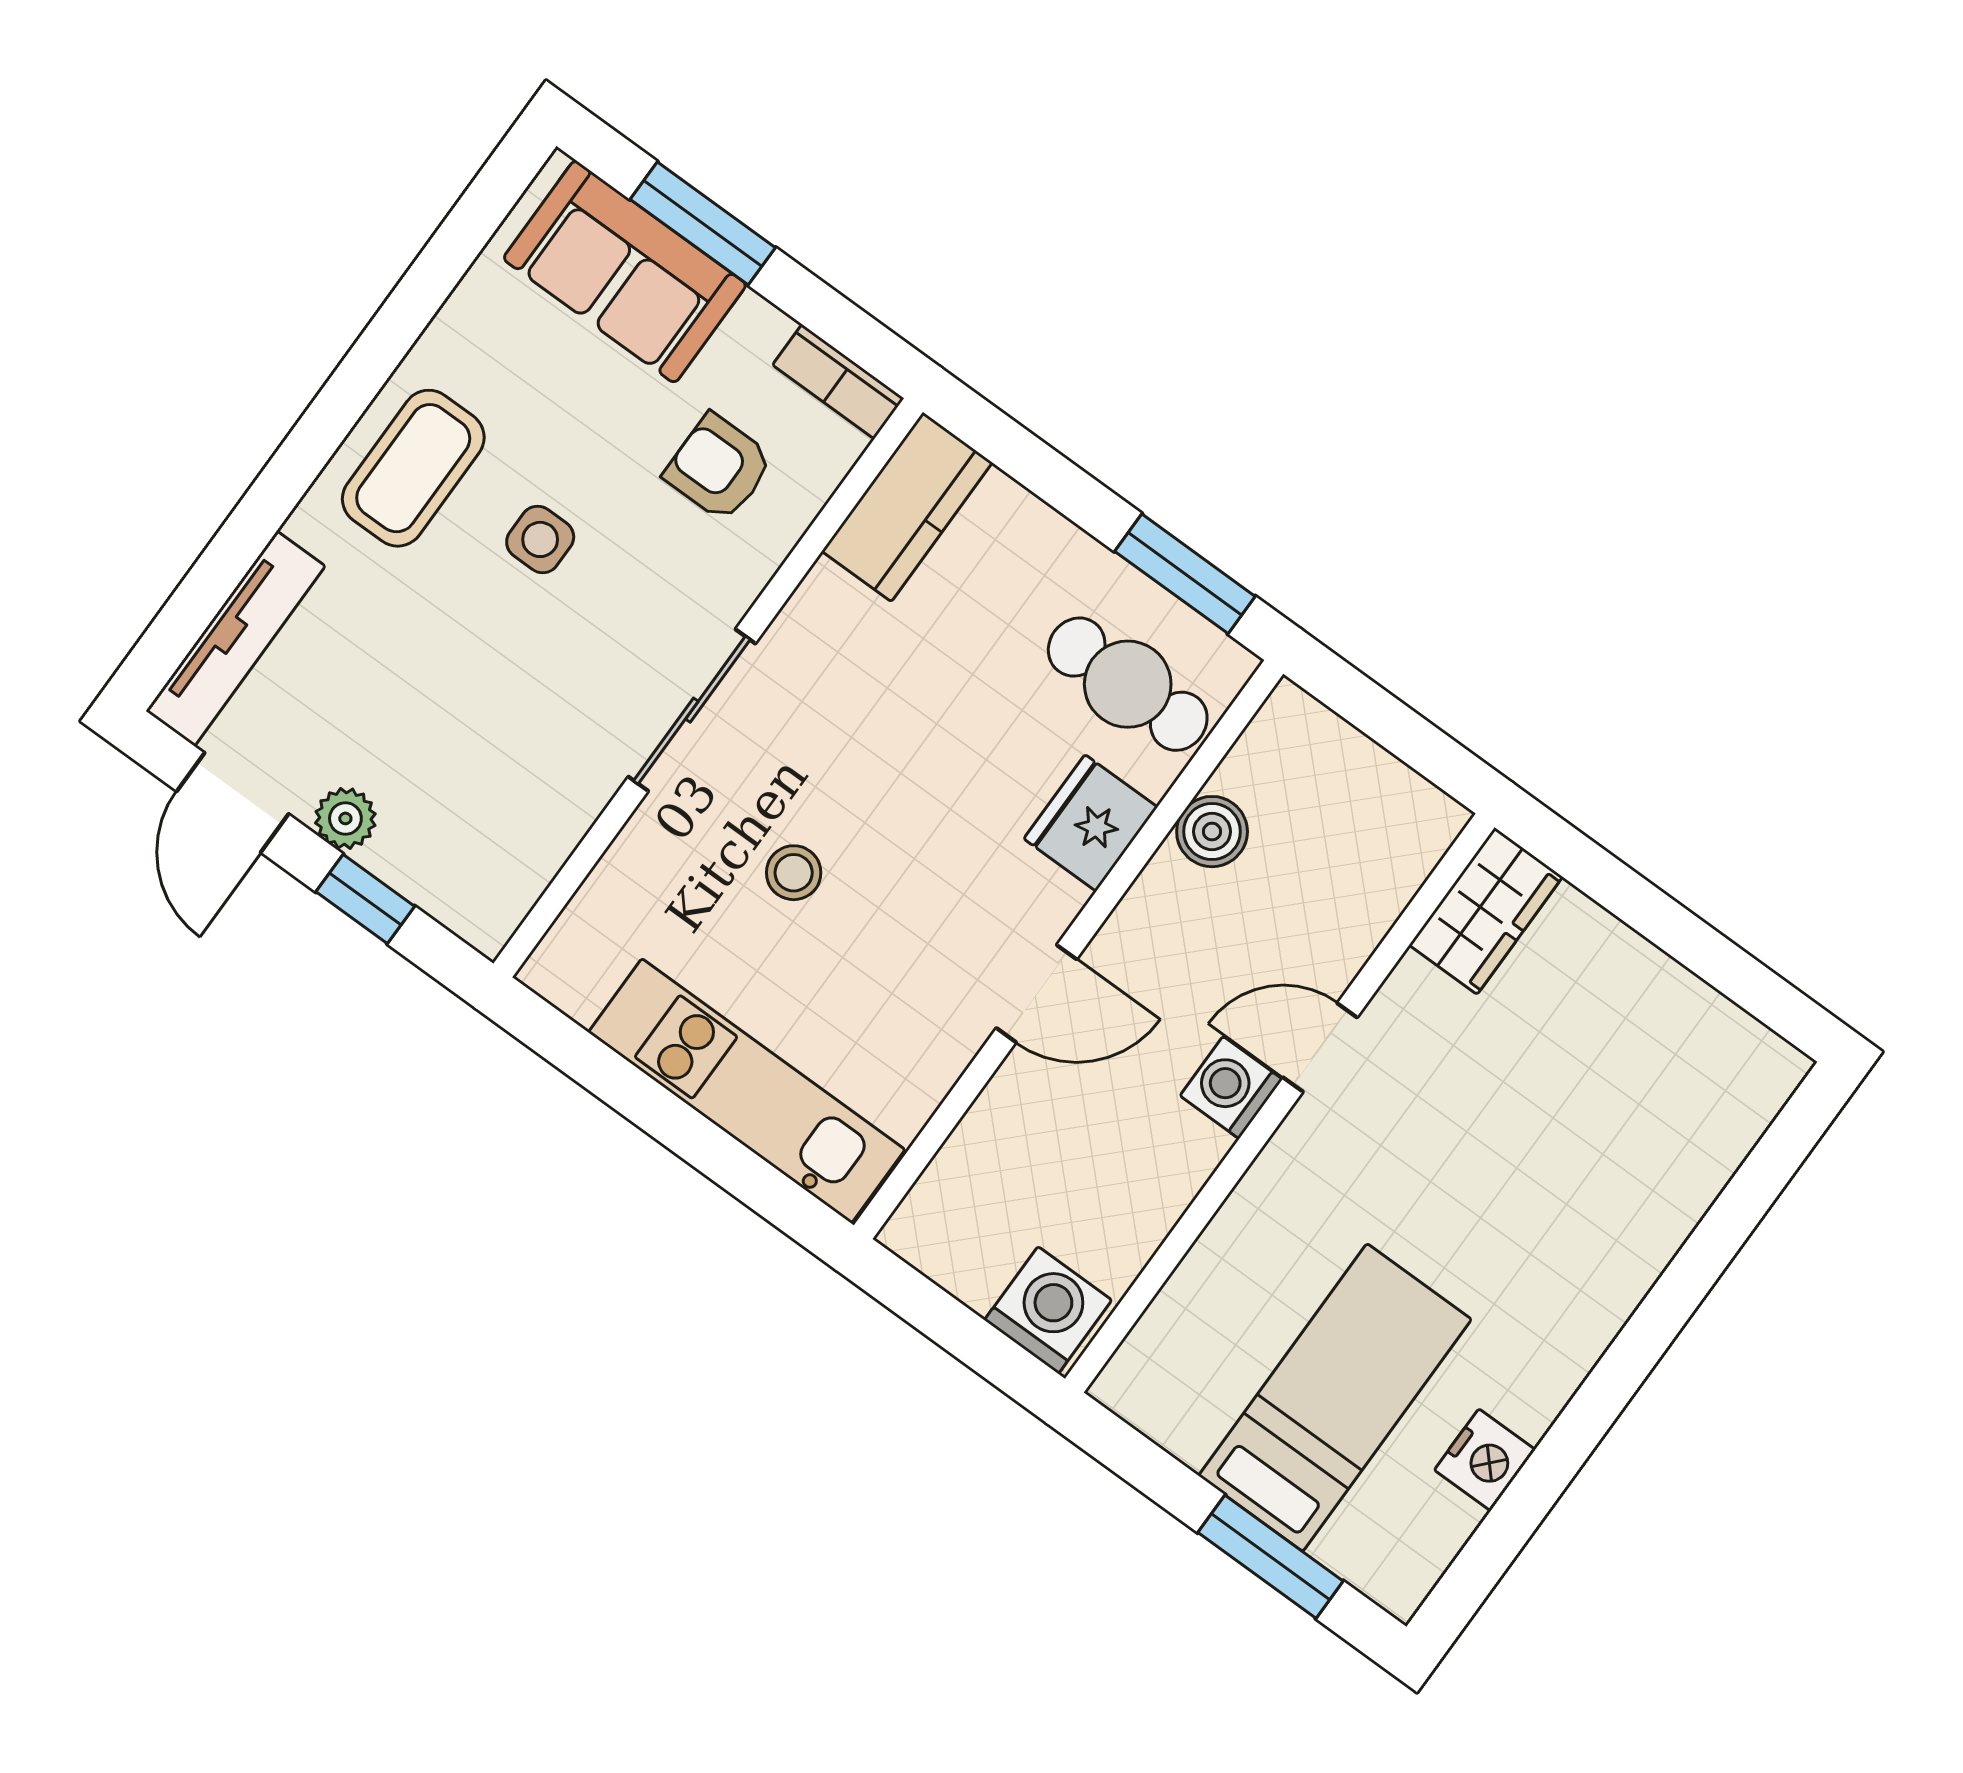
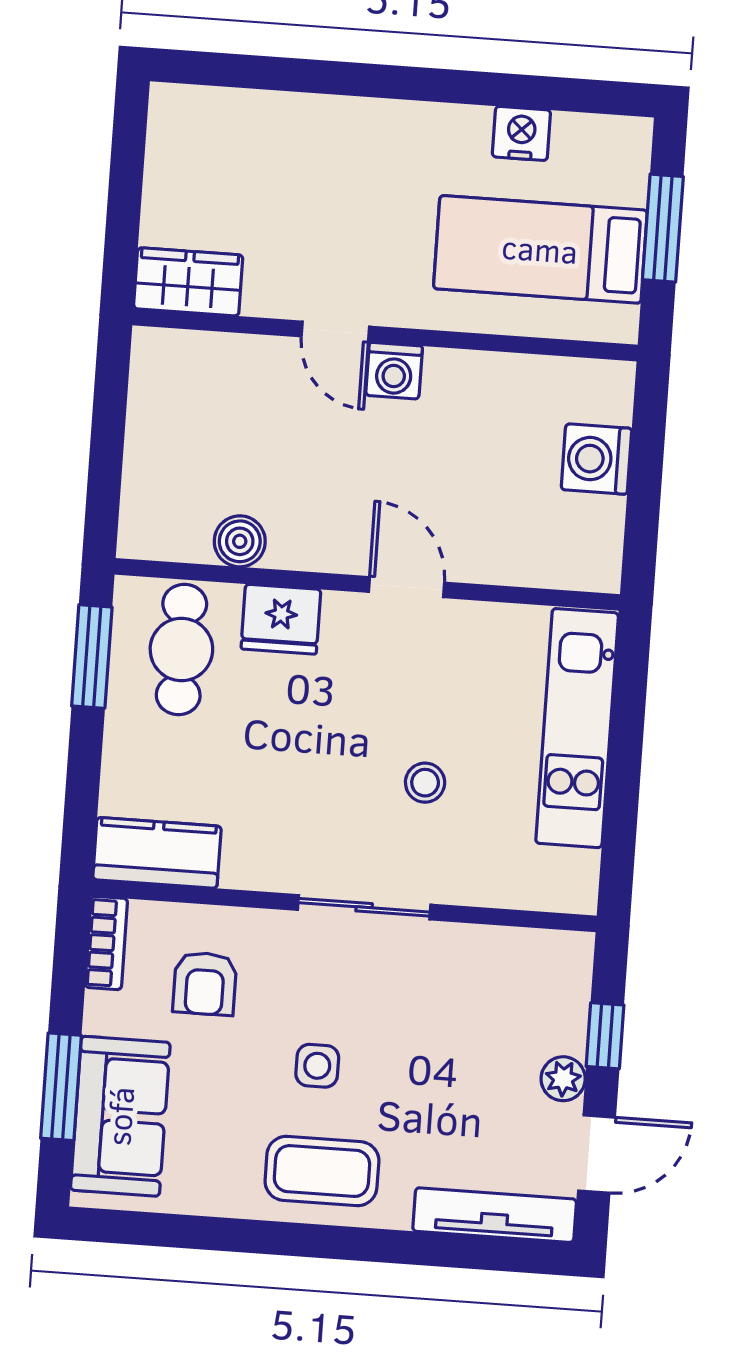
wardrobe: (1486, 911) -> (188, 282), moved
door: (1320, 1047) -> (335, 331), moved
washing machine: (1231, 1088) -> (394, 371), moved
wall: (1280, 1103) -> (385, 335), moved

